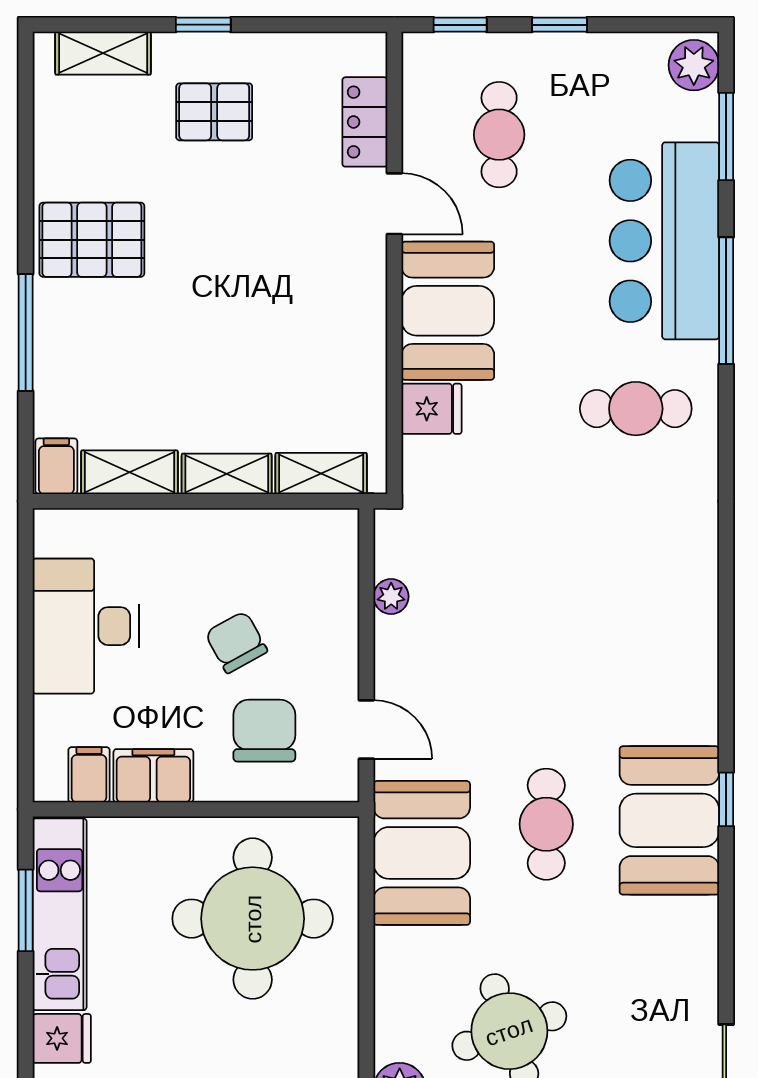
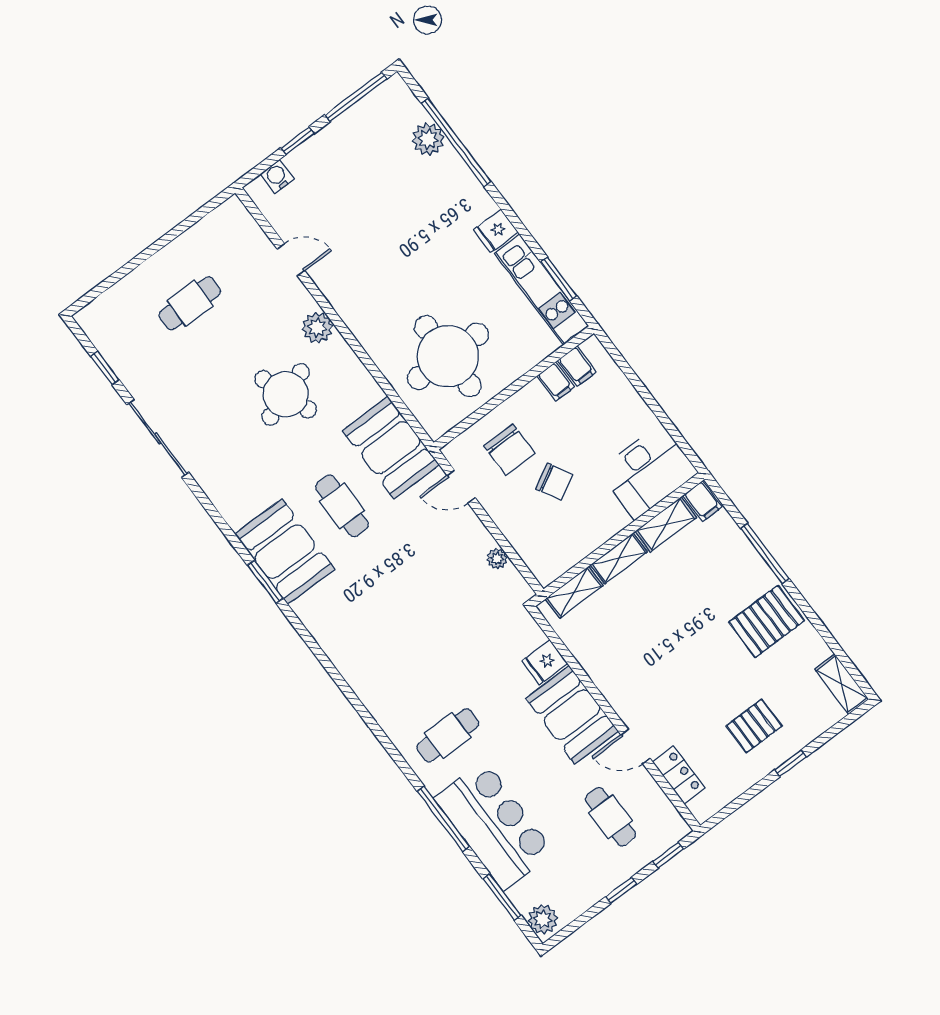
shelving: (103, 53) -> (842, 684), moved, turned 90
desk: (86, 626) -> (648, 472), moved, turned 90
filing cabinet: (153, 776) -> (556, 382), width x0.50
window: (726, 799) -> (265, 582), width x1.50

